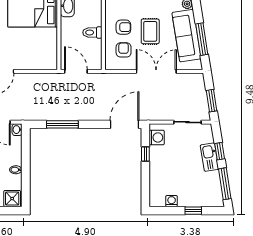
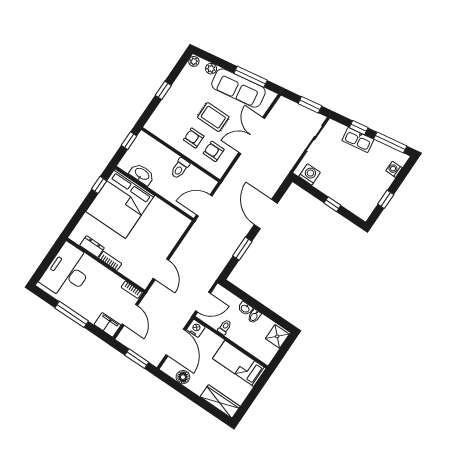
armchair: (123, 27) -> (194, 138), turned -90
window: (62, 124) -> (242, 249), width x0.69
door: (125, 124) -> (266, 214), moved
washbasin: (17, 130) -> (245, 308), moved
window: (145, 154) -> (332, 204), moved
washing machine: (172, 201) -> (394, 169), moved
window: (193, 211) -> (386, 199), moved

